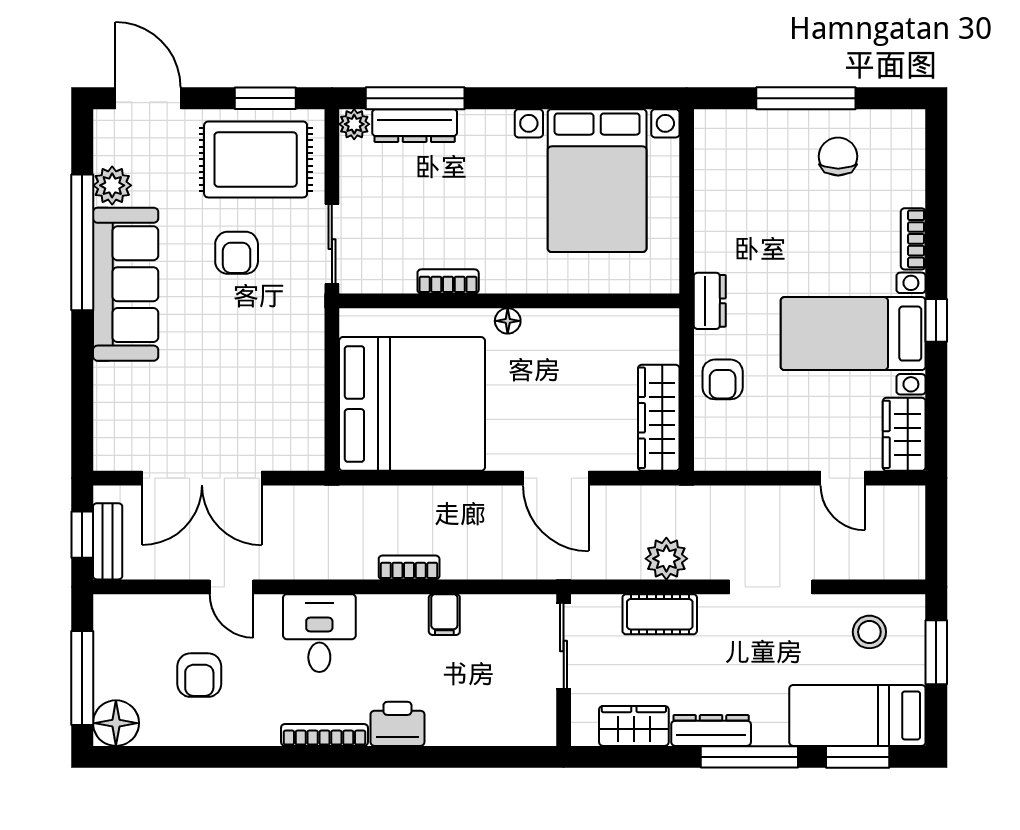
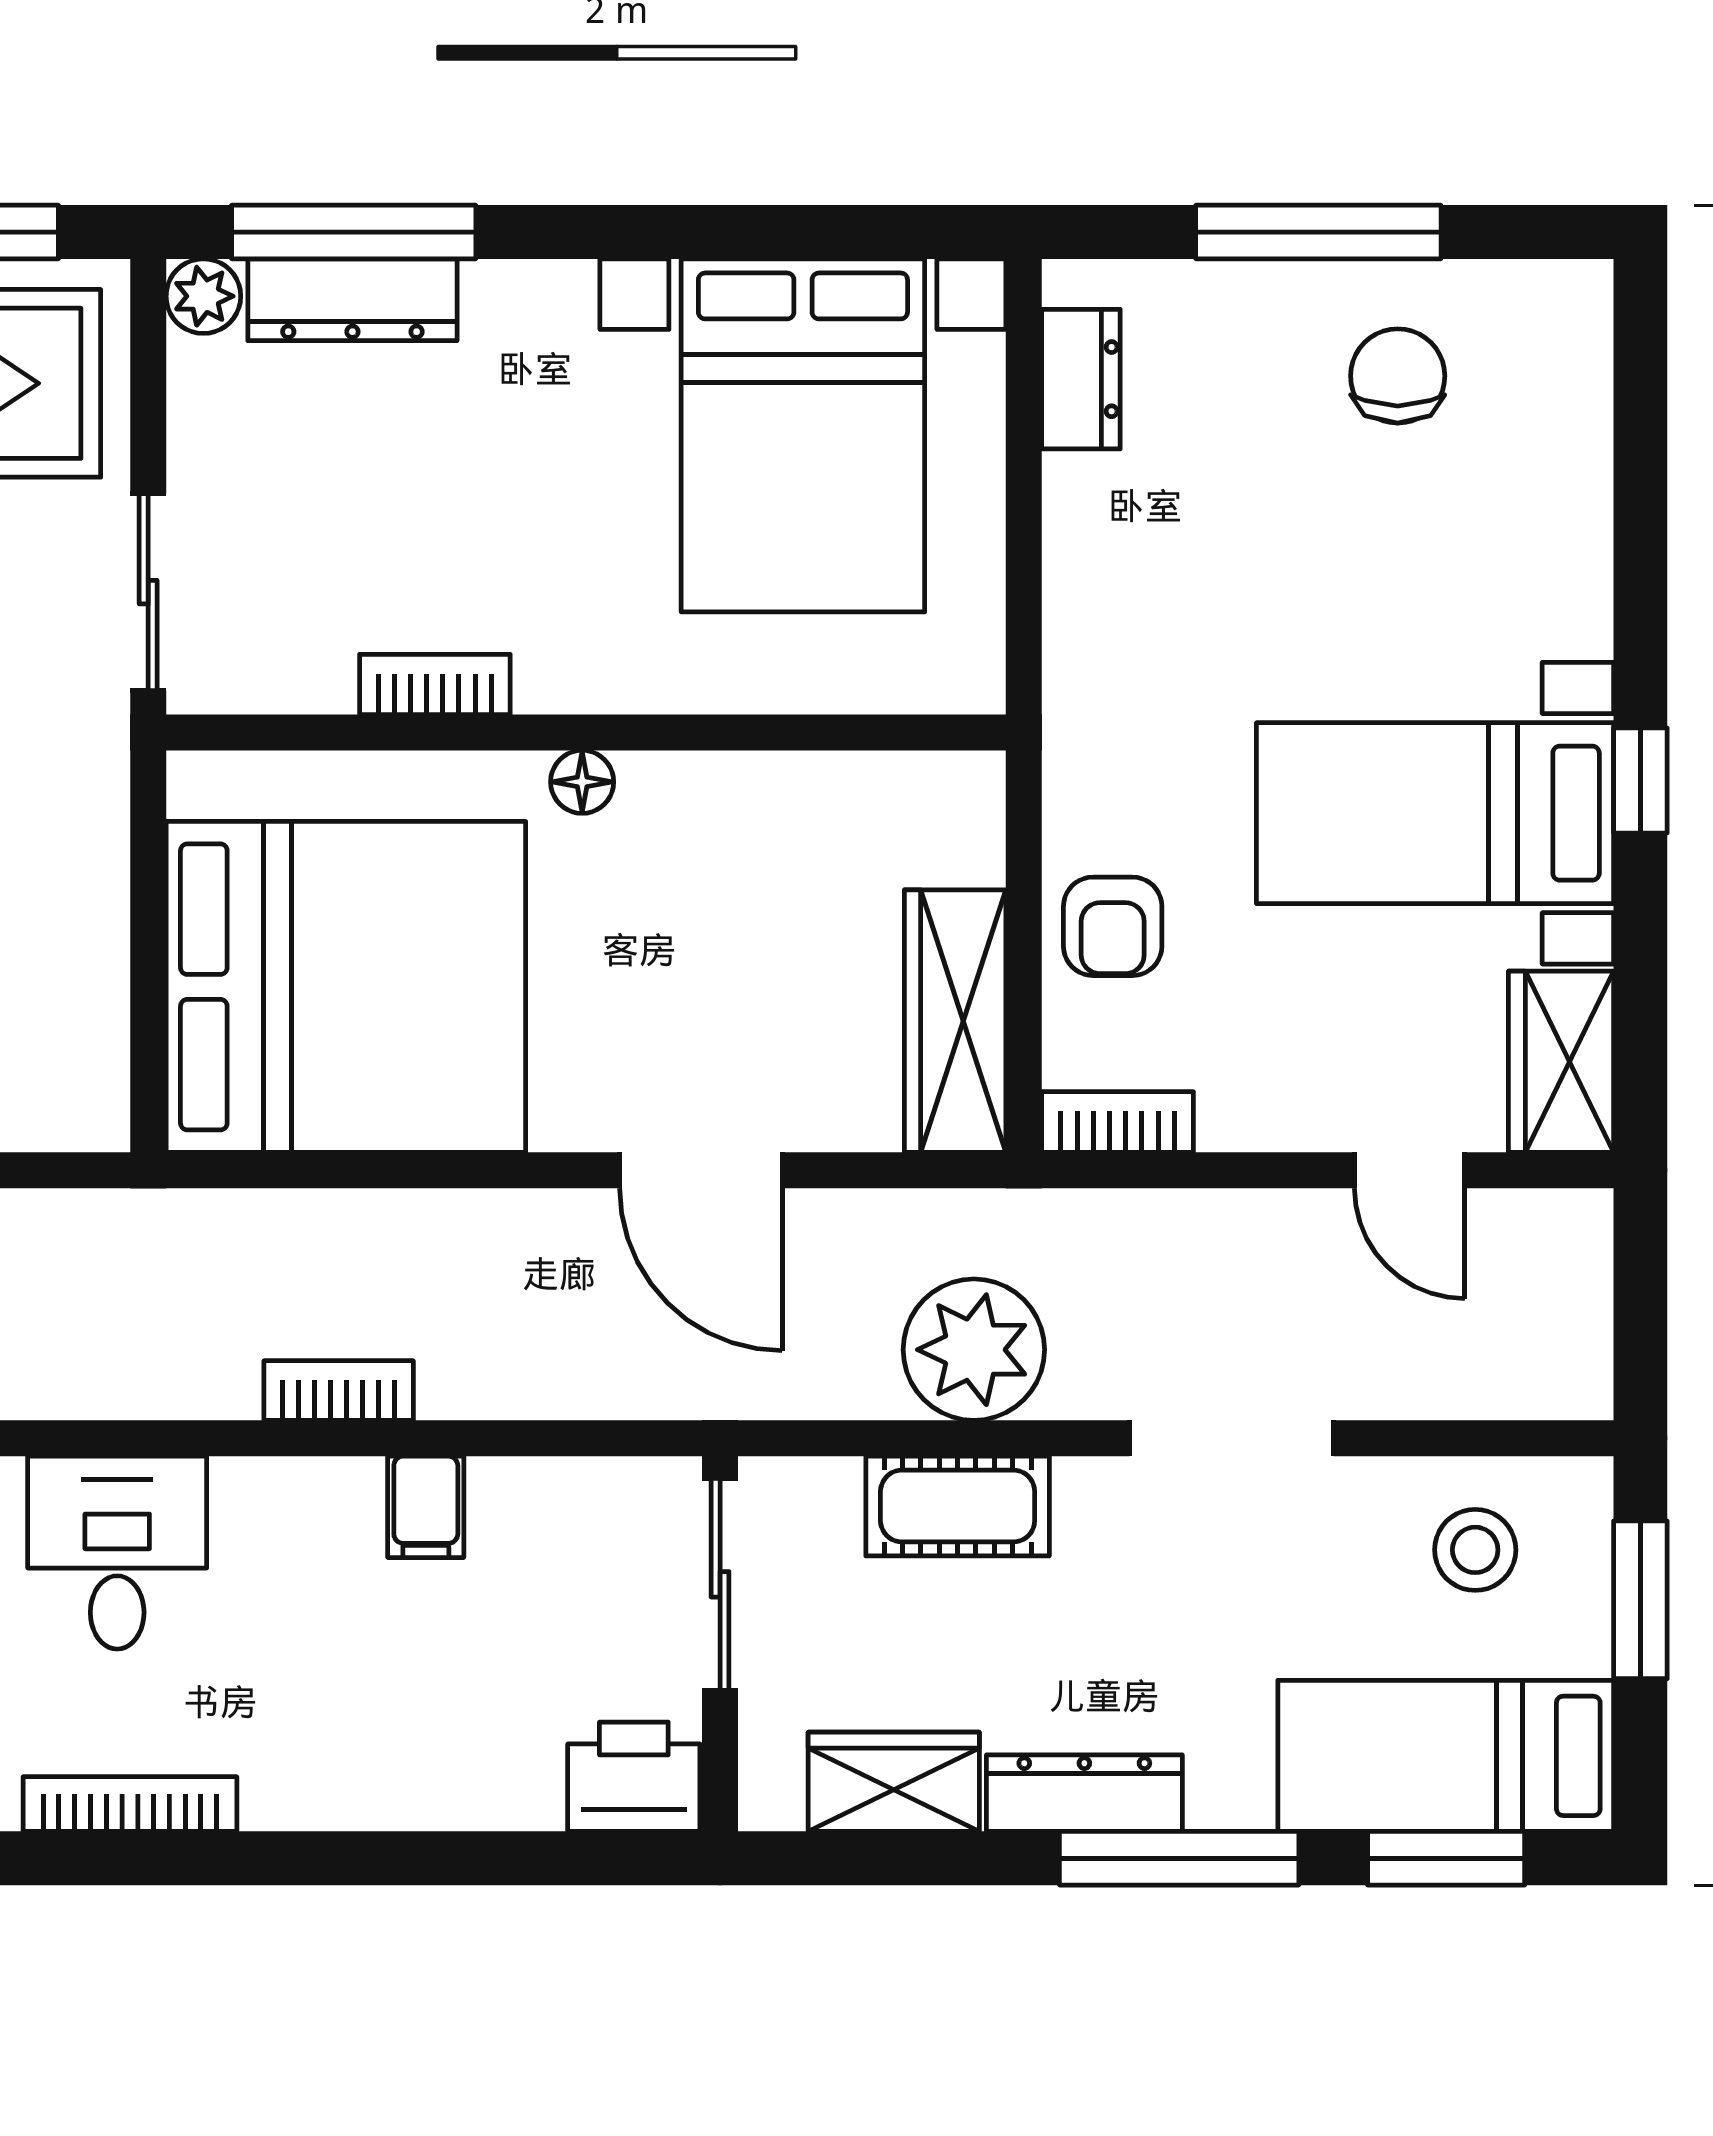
bookcase: (913, 239) -> (1118, 1122), moved, turned 90
dresser: (710, 301) -> (1081, 379), moved
plant: (666, 559) -> (974, 1350), width x1.36, depth x1.36
printer: (397, 724) -> (634, 1777), moved

